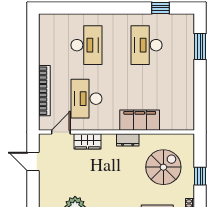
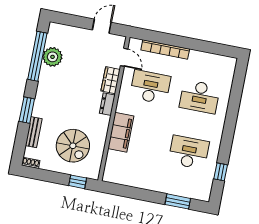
dresser: (128, 140) -> (107, 104), moved
window: (200, 176) -> (78, 182), moved

